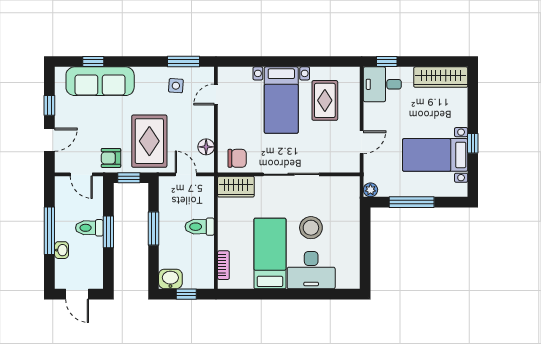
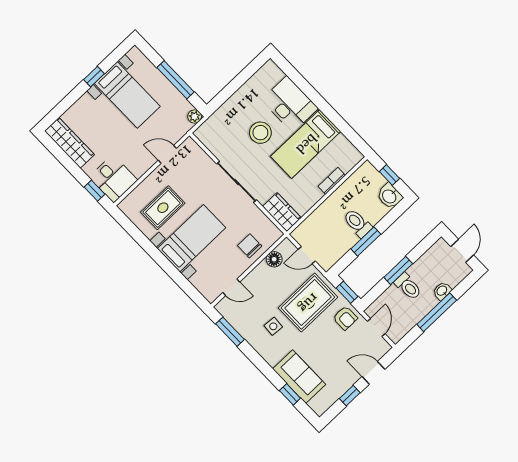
sofa: (100, 81) -> (299, 377), width x0.73
side table: (176, 86) -> (273, 326), moved
chair: (237, 158) -> (250, 246), moved
door: (186, 174) -> (307, 255), hinge flipped
toilet: (200, 227) -> (357, 223), moved, turned 180
bookcase: (223, 265) -> (332, 181), moved

